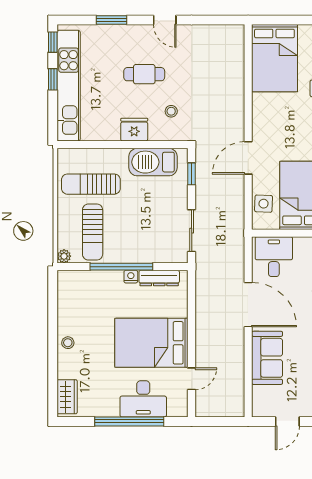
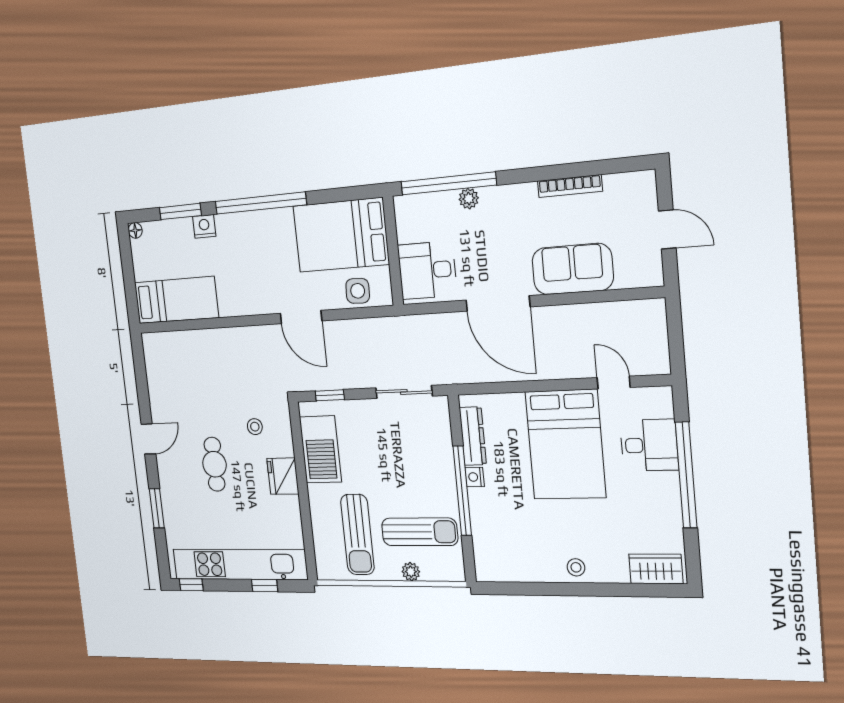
bed: (274, 58) -> (176, 300), width x0.67
window: (53, 79) -> (265, 586), moved
plant: (64, 256) -> (411, 572), moved
door: (248, 305) -> (498, 303), swing flipped
desk: (143, 399) -> (649, 445), width x0.73

